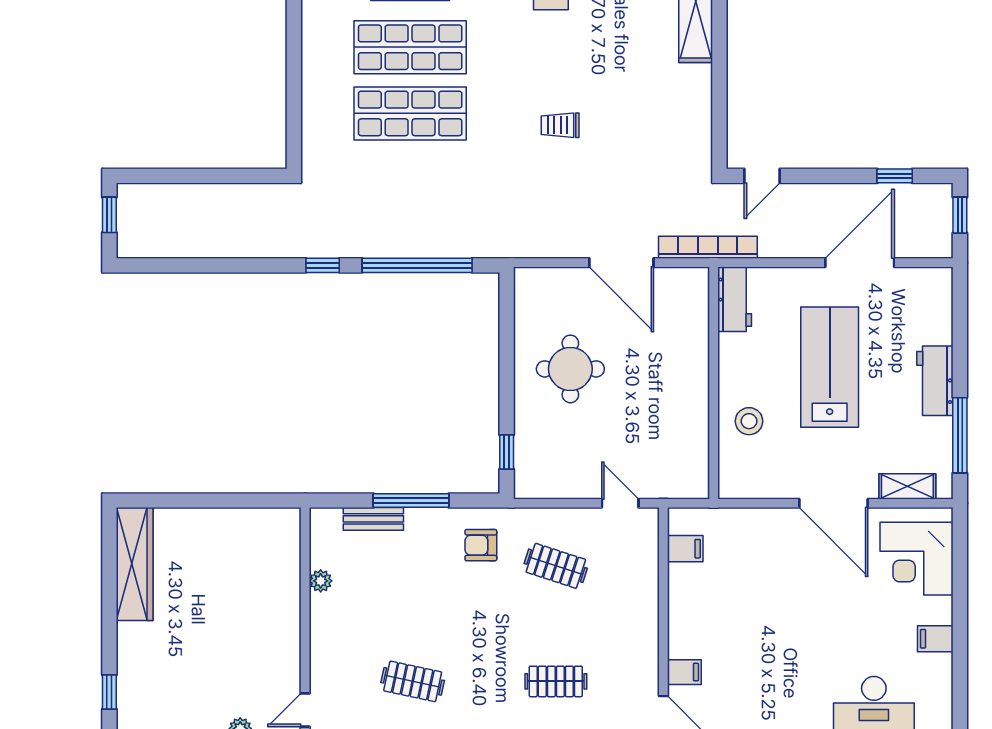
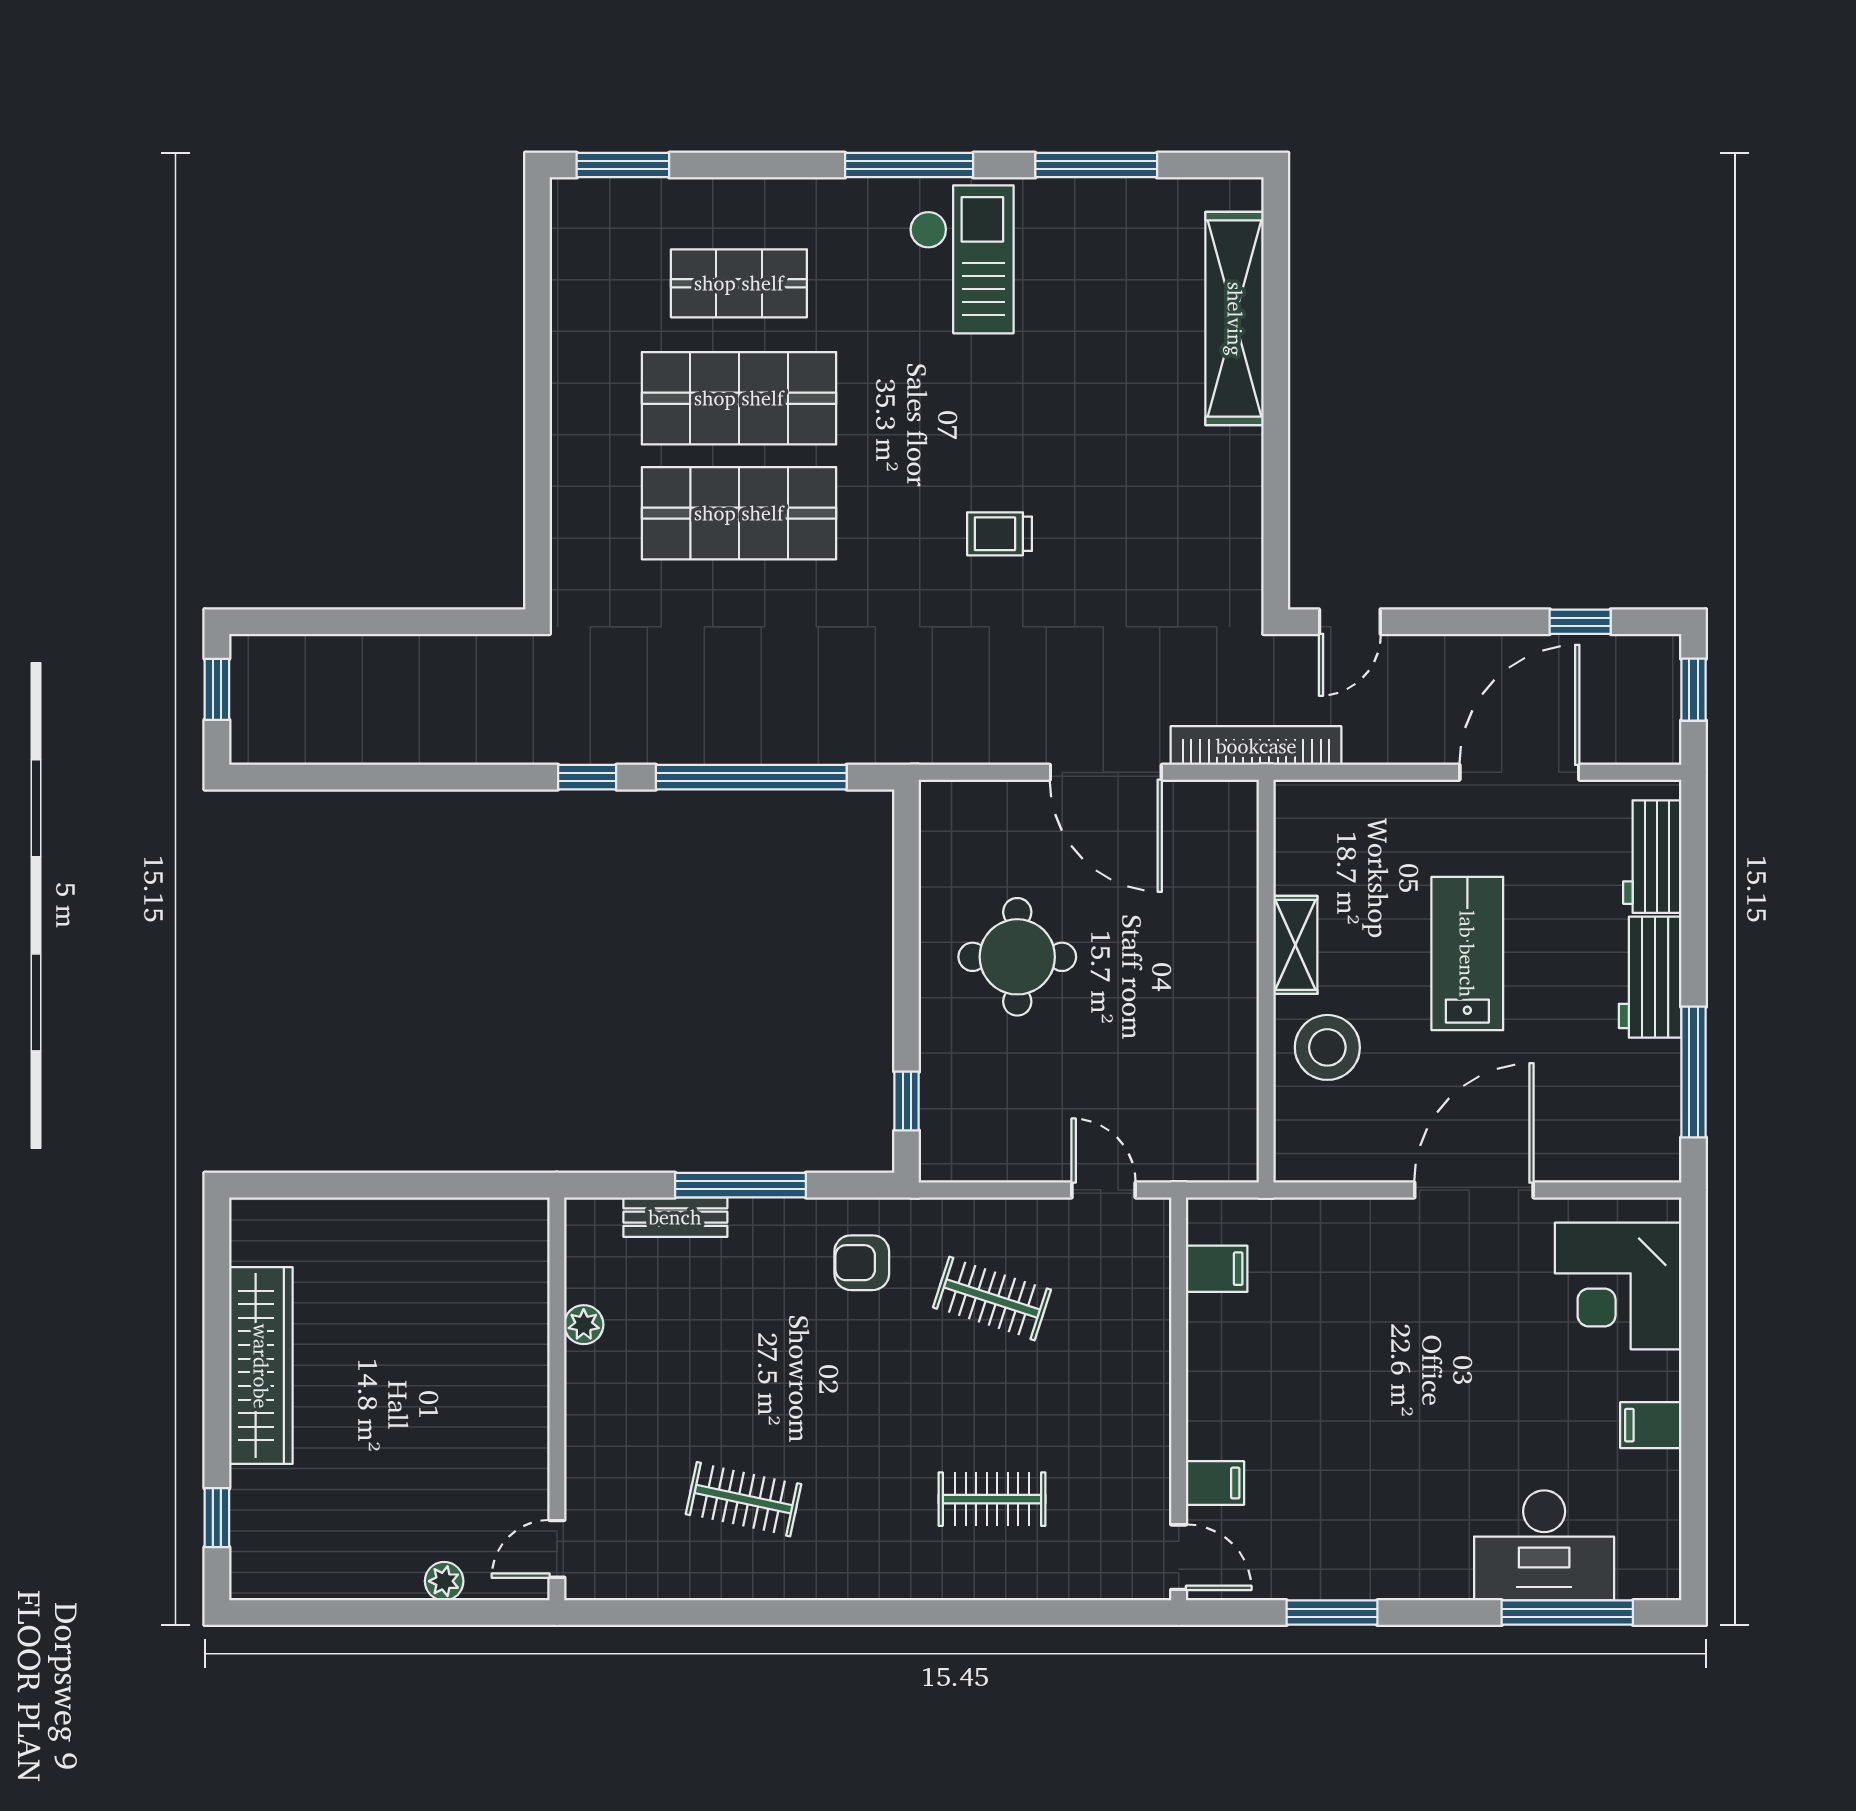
workbench: (735, 299) -> (1652, 857), moved, turned 180
lab bench: (830, 367) -> (1467, 954), width x0.73, depth x0.72
stool: (749, 421) -> (1327, 1047), width x1.38, depth x1.38
shelving: (907, 486) -> (1295, 945), moved, turned 90
door: (833, 503) -> (1474, 1190), swing flipped
wardrobe: (135, 564) -> (261, 1366), moved

